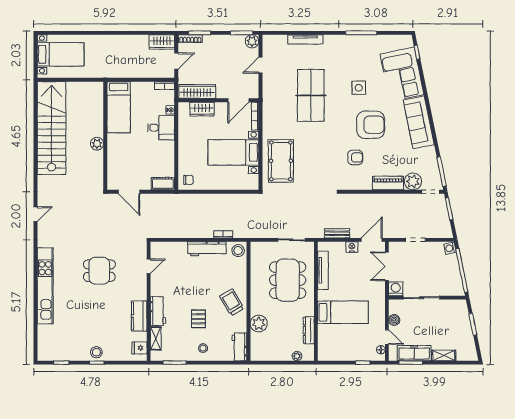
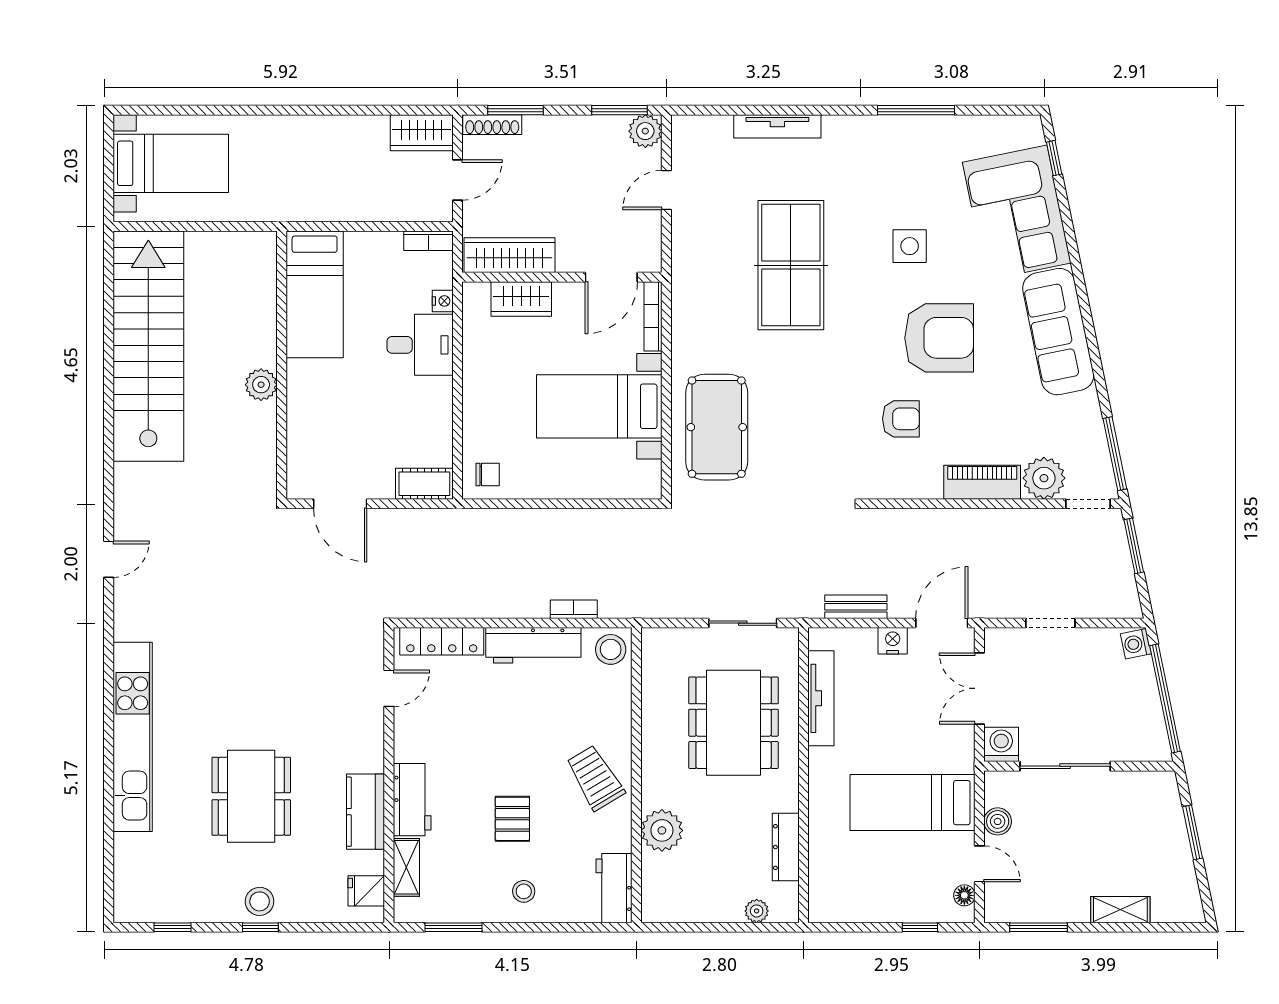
locker: (170, 247) -> (442, 641), added
dining table: (99, 271) -> (251, 796), moved, width x1.38
bed: (343, 312) -> (913, 803), moved, turned 180
freezer: (414, 353) -> (1047, 903), removed

